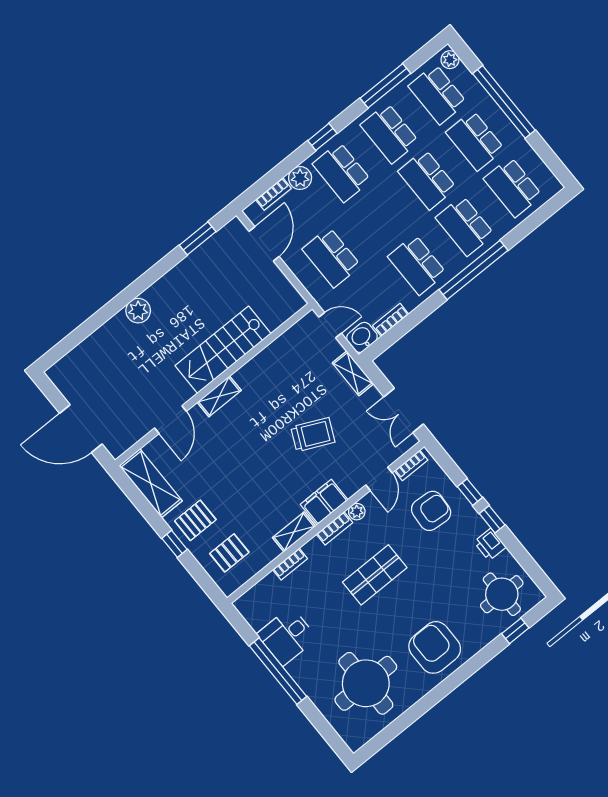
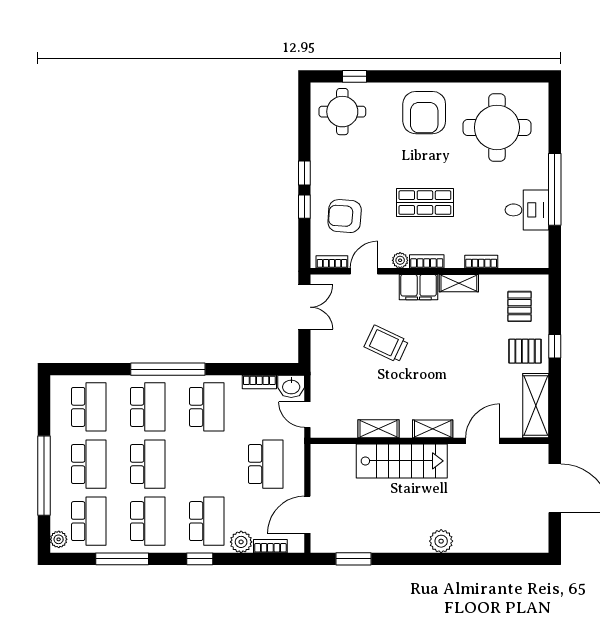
shelving: (353, 373) -> (378, 429), moved, turned 90
printer: (490, 545) -> (321, 156), removed
pallet: (229, 553) -> (519, 306), turned 90

